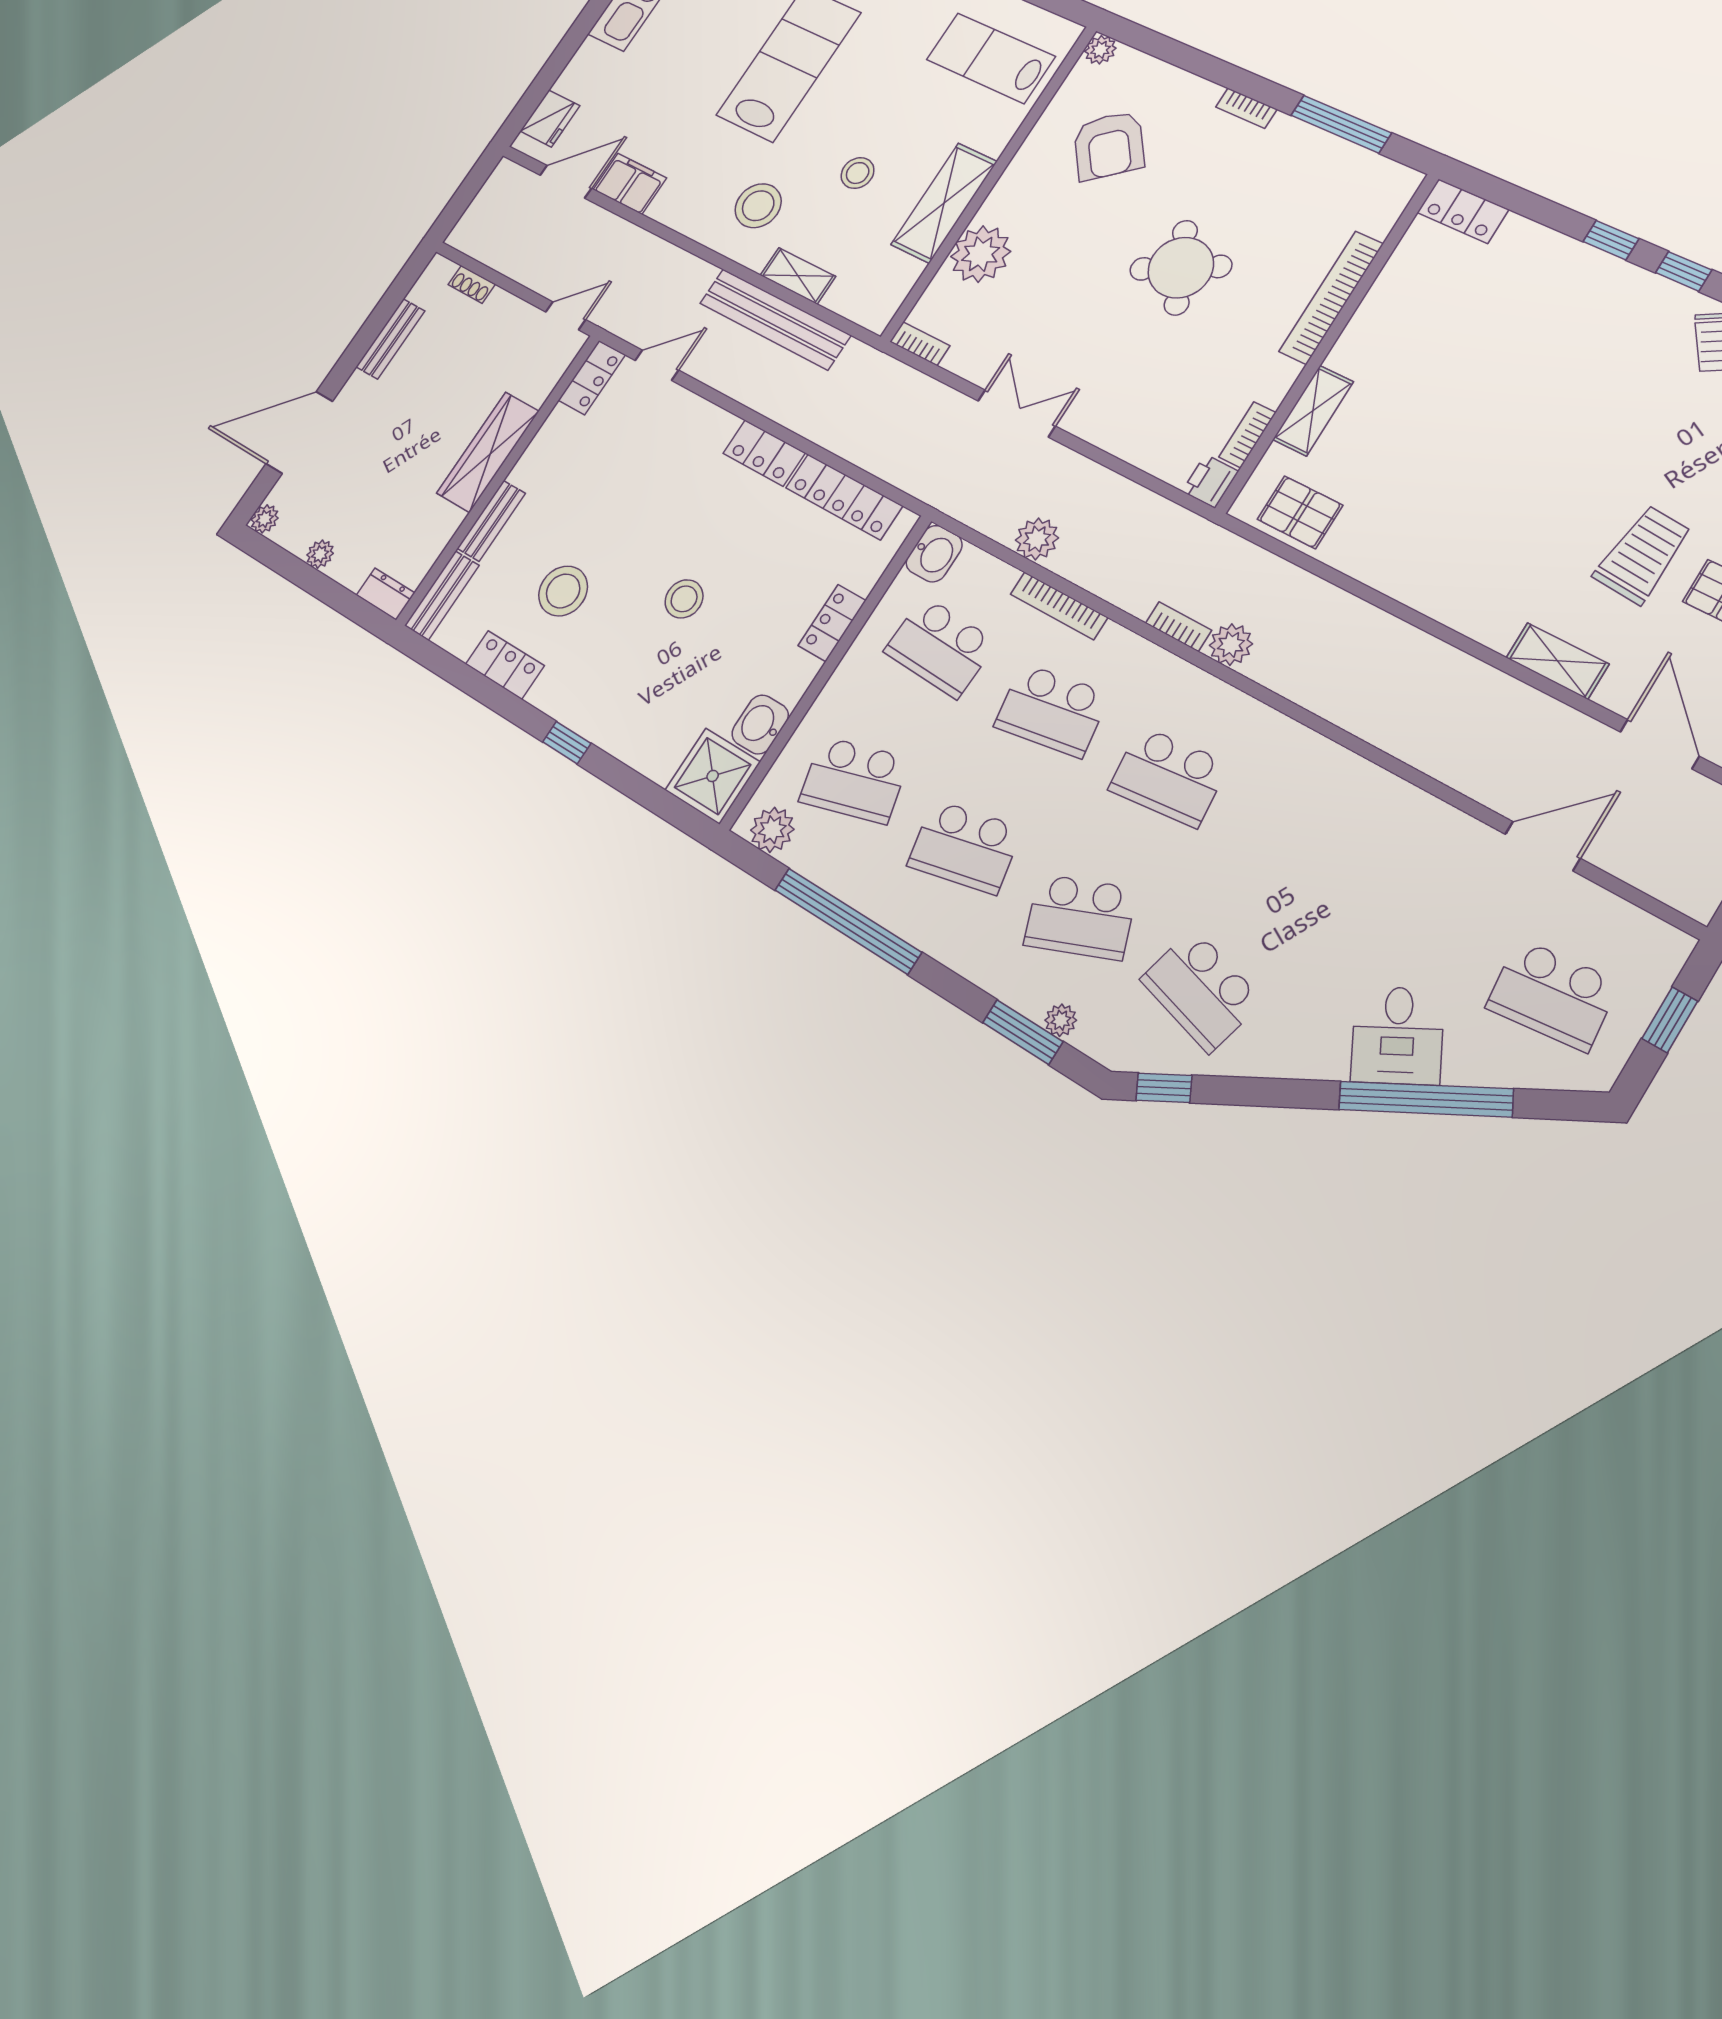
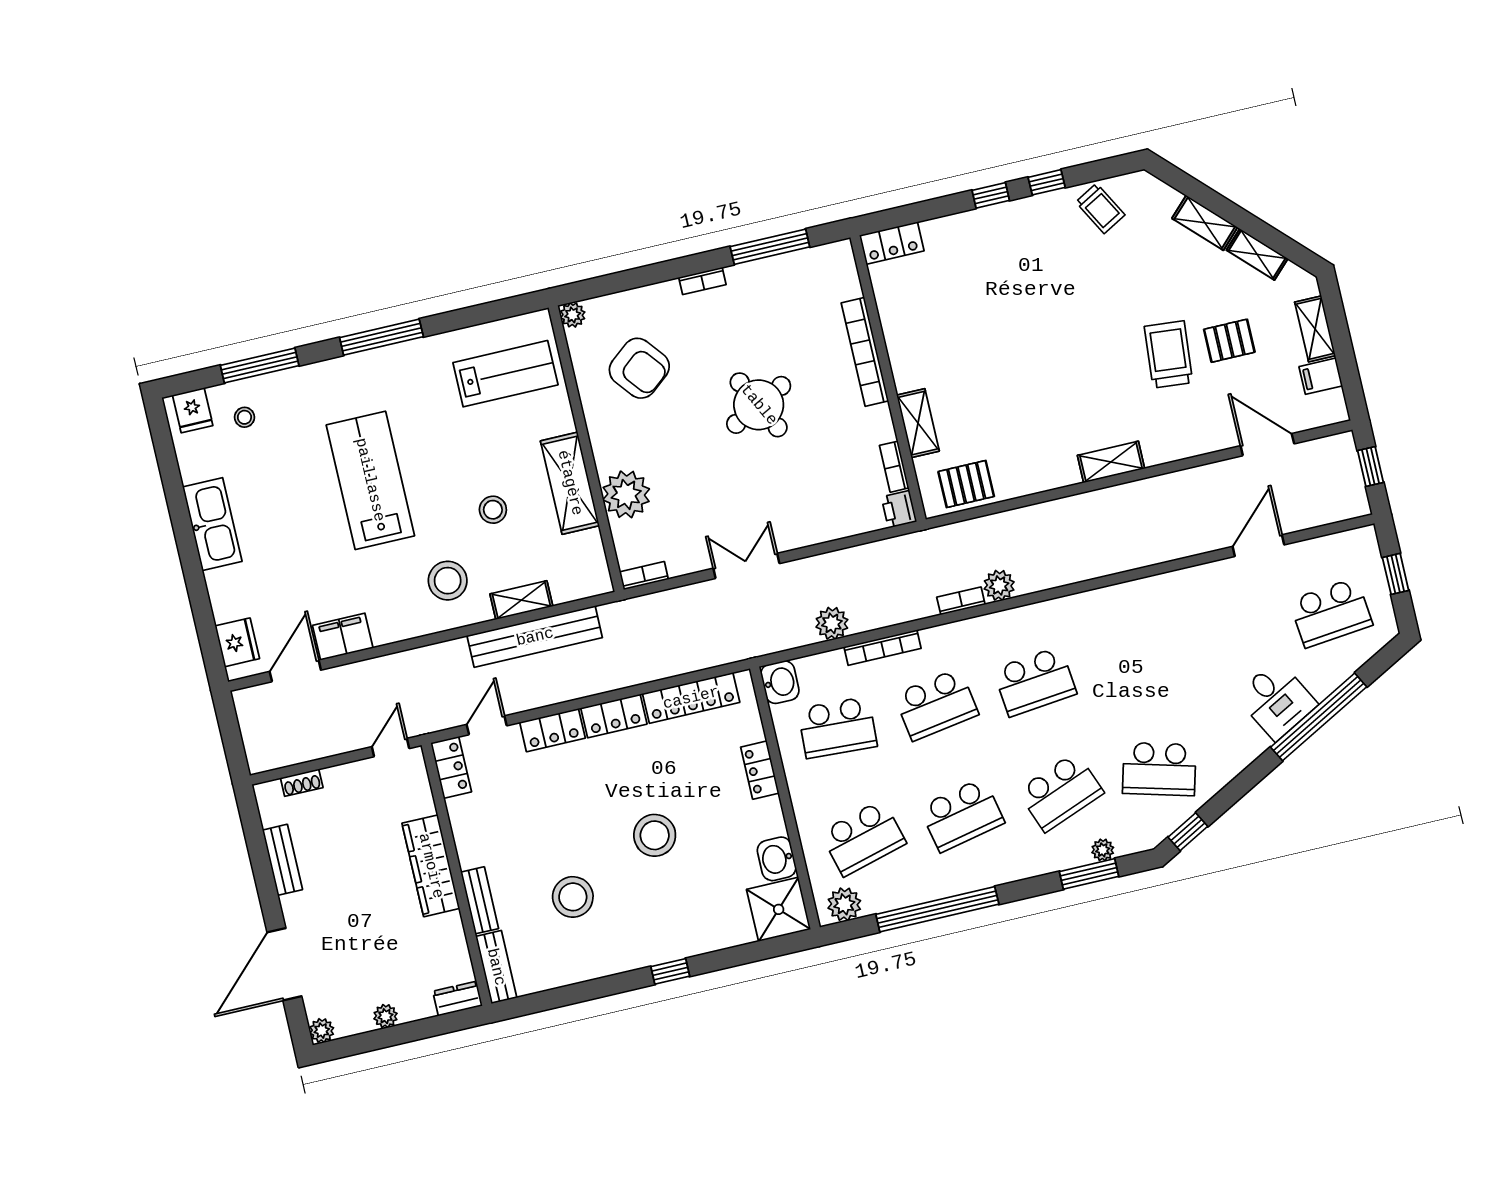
lab bench: (991, 58) -> (505, 374), turned 180
stool: (684, 599) -> (655, 835), width x1.38, depth x1.38
shelving: (1557, 661) -> (1111, 462), moved
locker: (505, 665) -> (552, 730), moved, turned 180

